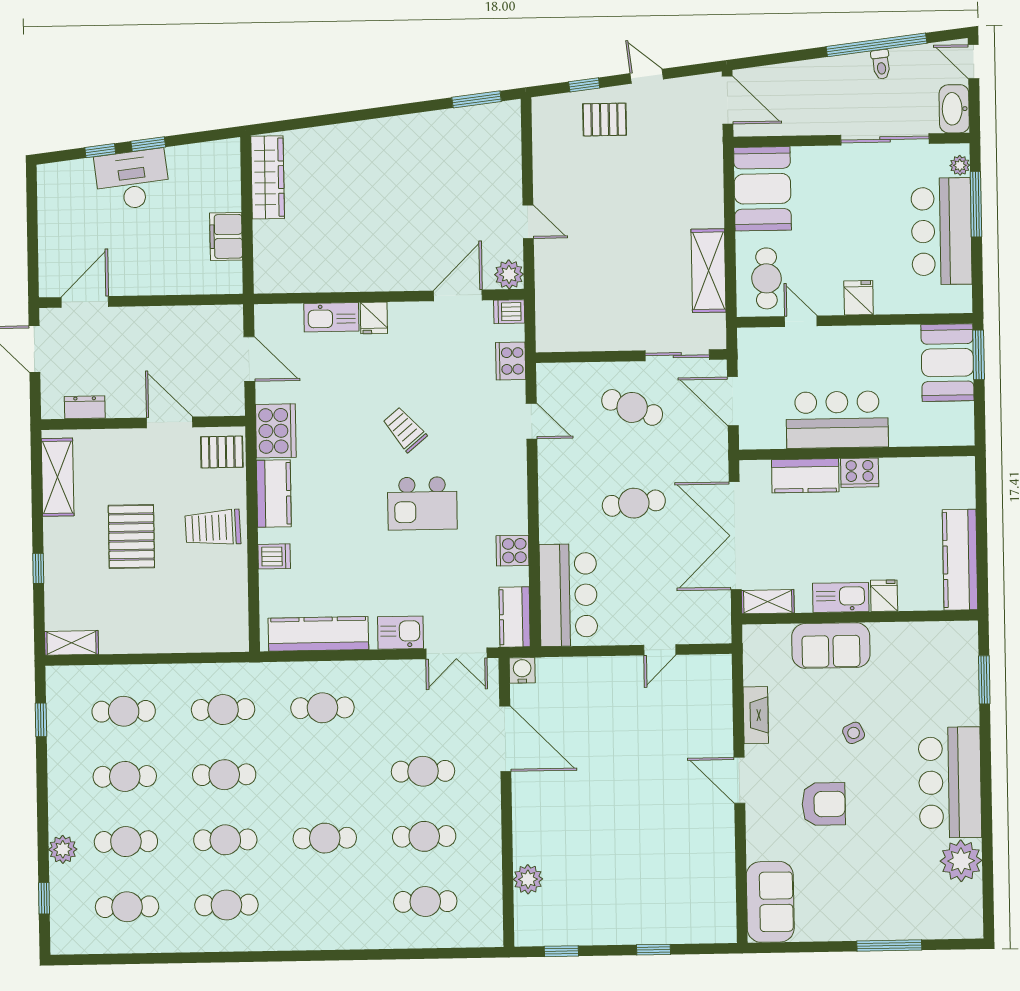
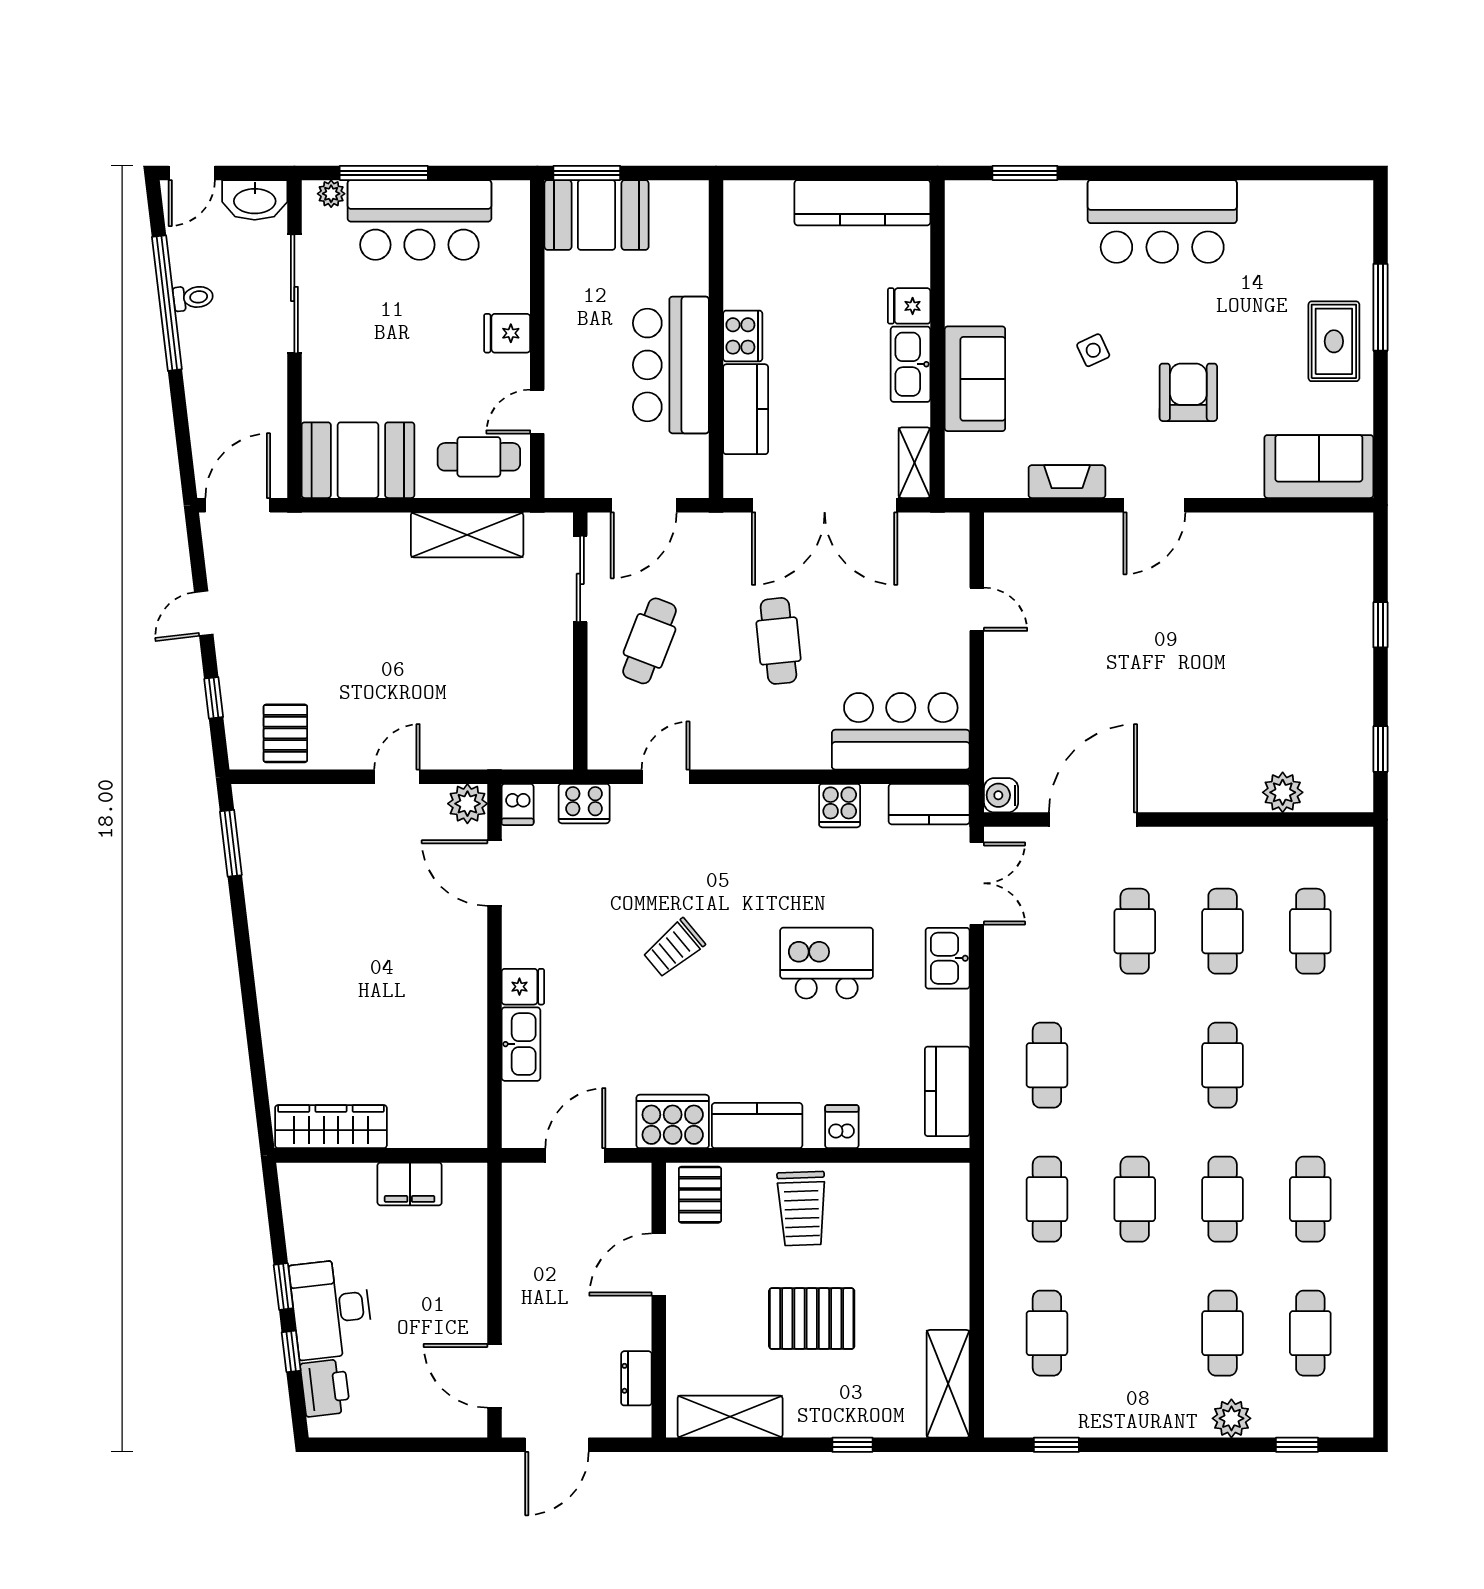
pallet: (605, 120) -> (285, 733), moved
printer: (74, 176) -> (325, 1388), added
kitchen island: (422, 503) -> (827, 963), moved, turned -90
kitchen counter: (318, 634) -> (947, 1091), width x0.67
shelving: (71, 643) -> (948, 1384), width x1.50, depth x1.33
cafe table: (125, 776) -> (1135, 1333), removed
plant: (961, 861) -> (1268, 208), removed
rug: (863, 911) -> (1334, 341), added

